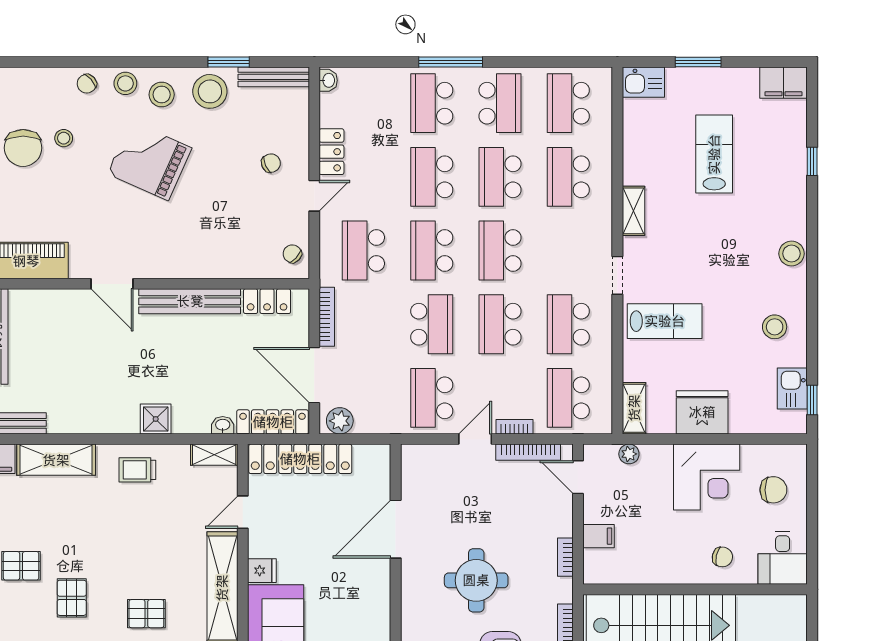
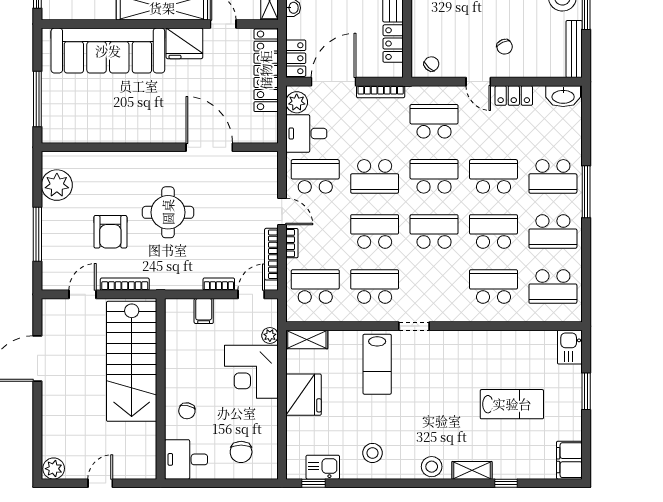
washbasin: (328, 80) -> (563, 96), width x1.91, depth x1.45
school desk: (432, 103) -> (553, 176), turned 180
school desk: (568, 103) -> (553, 287), turned 180
shelving: (633, 211) -> (472, 470), moved
desk: (378, 409) -> (306, 133), added
locker: (273, 422) -> (296, 58), width x0.66
corner desk: (707, 477) -> (251, 372), moved
bookcase: (565, 557) -> (219, 284), moved
fridge: (262, 571) -> (184, 43), width x1.88, depth x1.34

